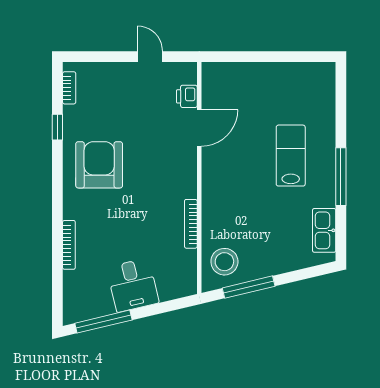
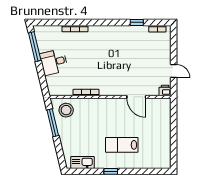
door: (150, 57) -> (174, 71), hinge flipped
printer: (187, 96) -> (165, 90), moved
lab bench: (291, 156) -> (122, 145), turned 180
armchair: (99, 165) -> (117, 44), removed
window: (341, 177) -> (111, 171), width x0.46

